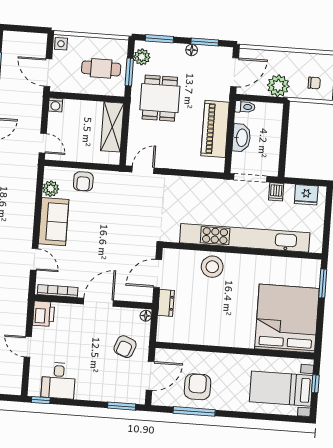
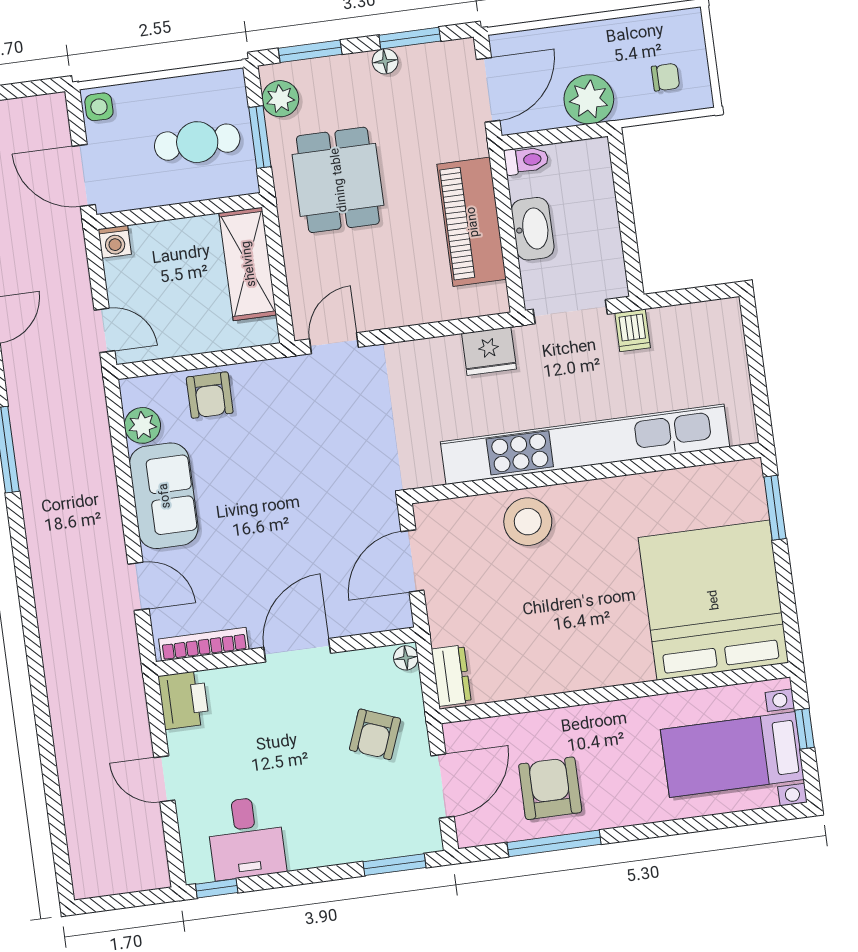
fridge: (306, 195) -> (489, 351), moved
dresser: (166, 303) -> (451, 676), moved

